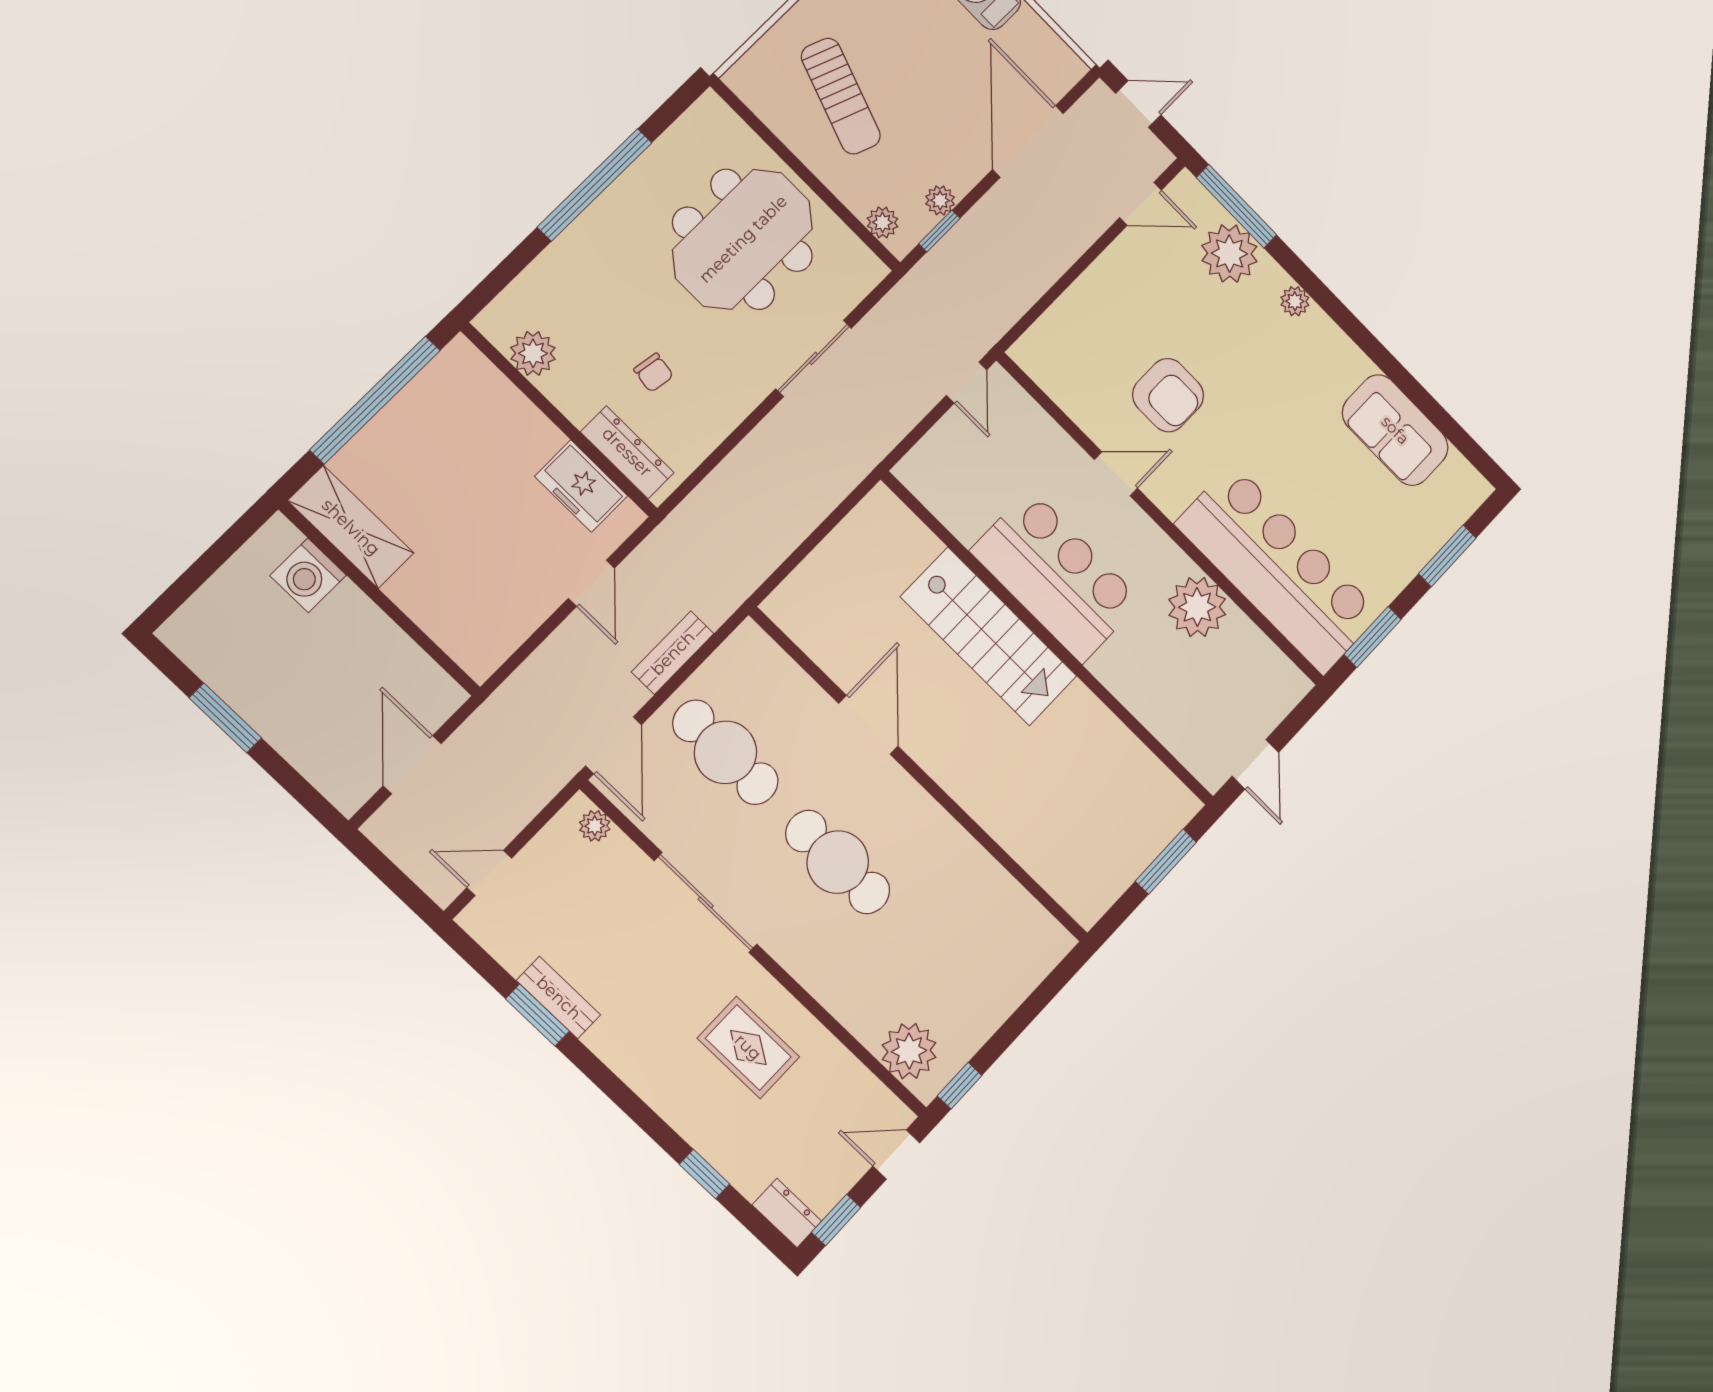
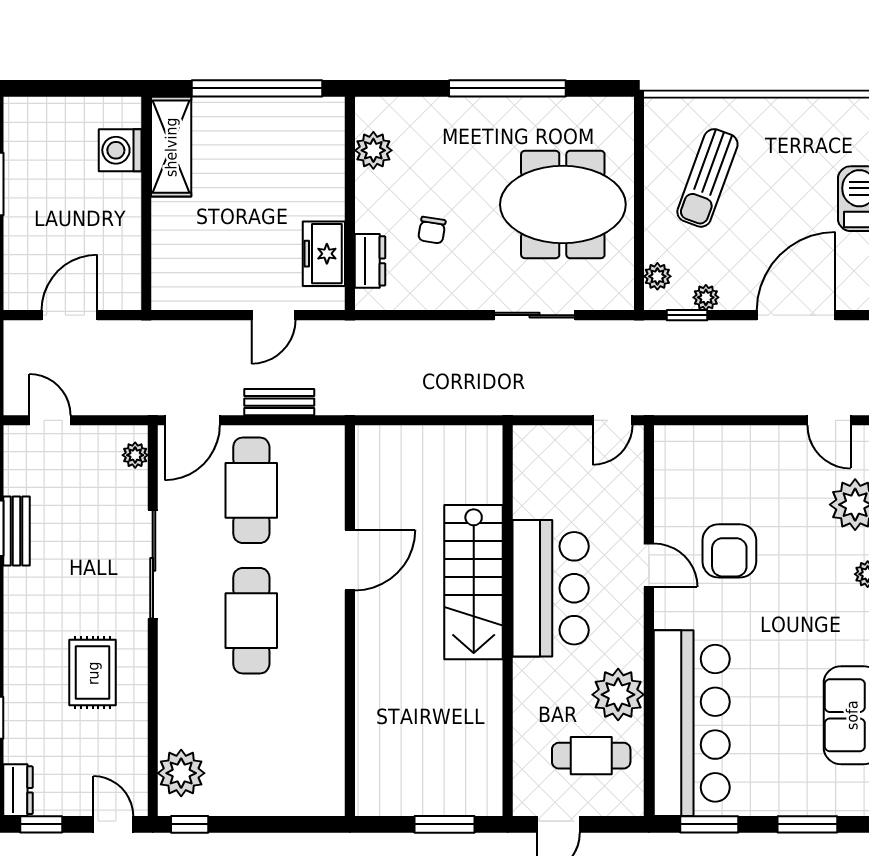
dresser: (627, 452) -> (370, 261), width x0.70
cafe table: (1226, 680) -> (591, 756), added

